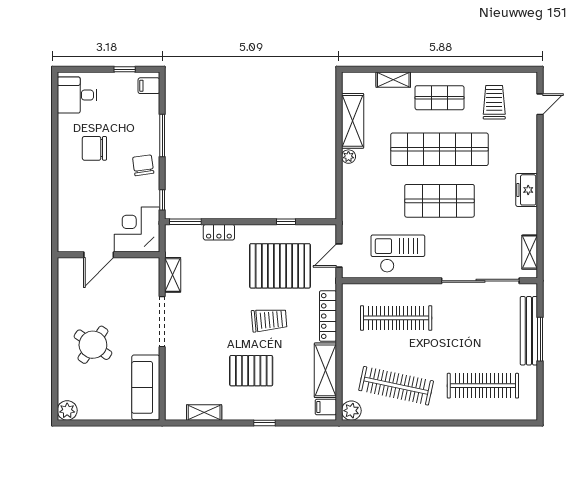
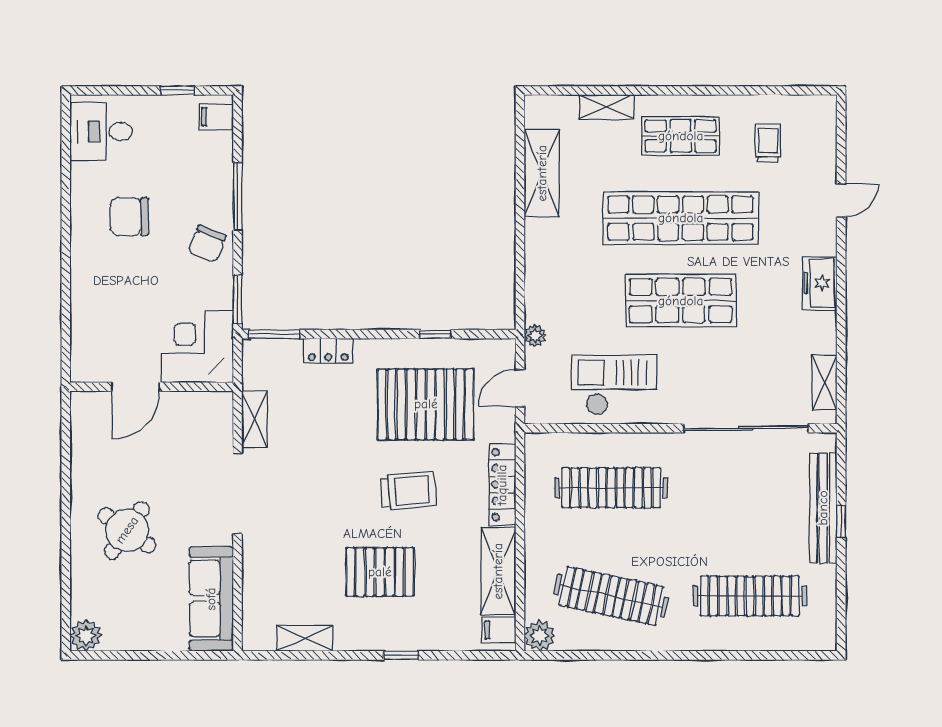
trolley: (494, 102) -> (768, 143), width x0.73, depth x0.72
door: (540, 104) -> (841, 200), moved
plant: (348, 157) -> (535, 336), moved
chair: (143, 165) -> (207, 244), turned -151
window: (162, 200) -> (237, 299), width x1.50
window: (540, 339) -> (841, 522), width x0.46

